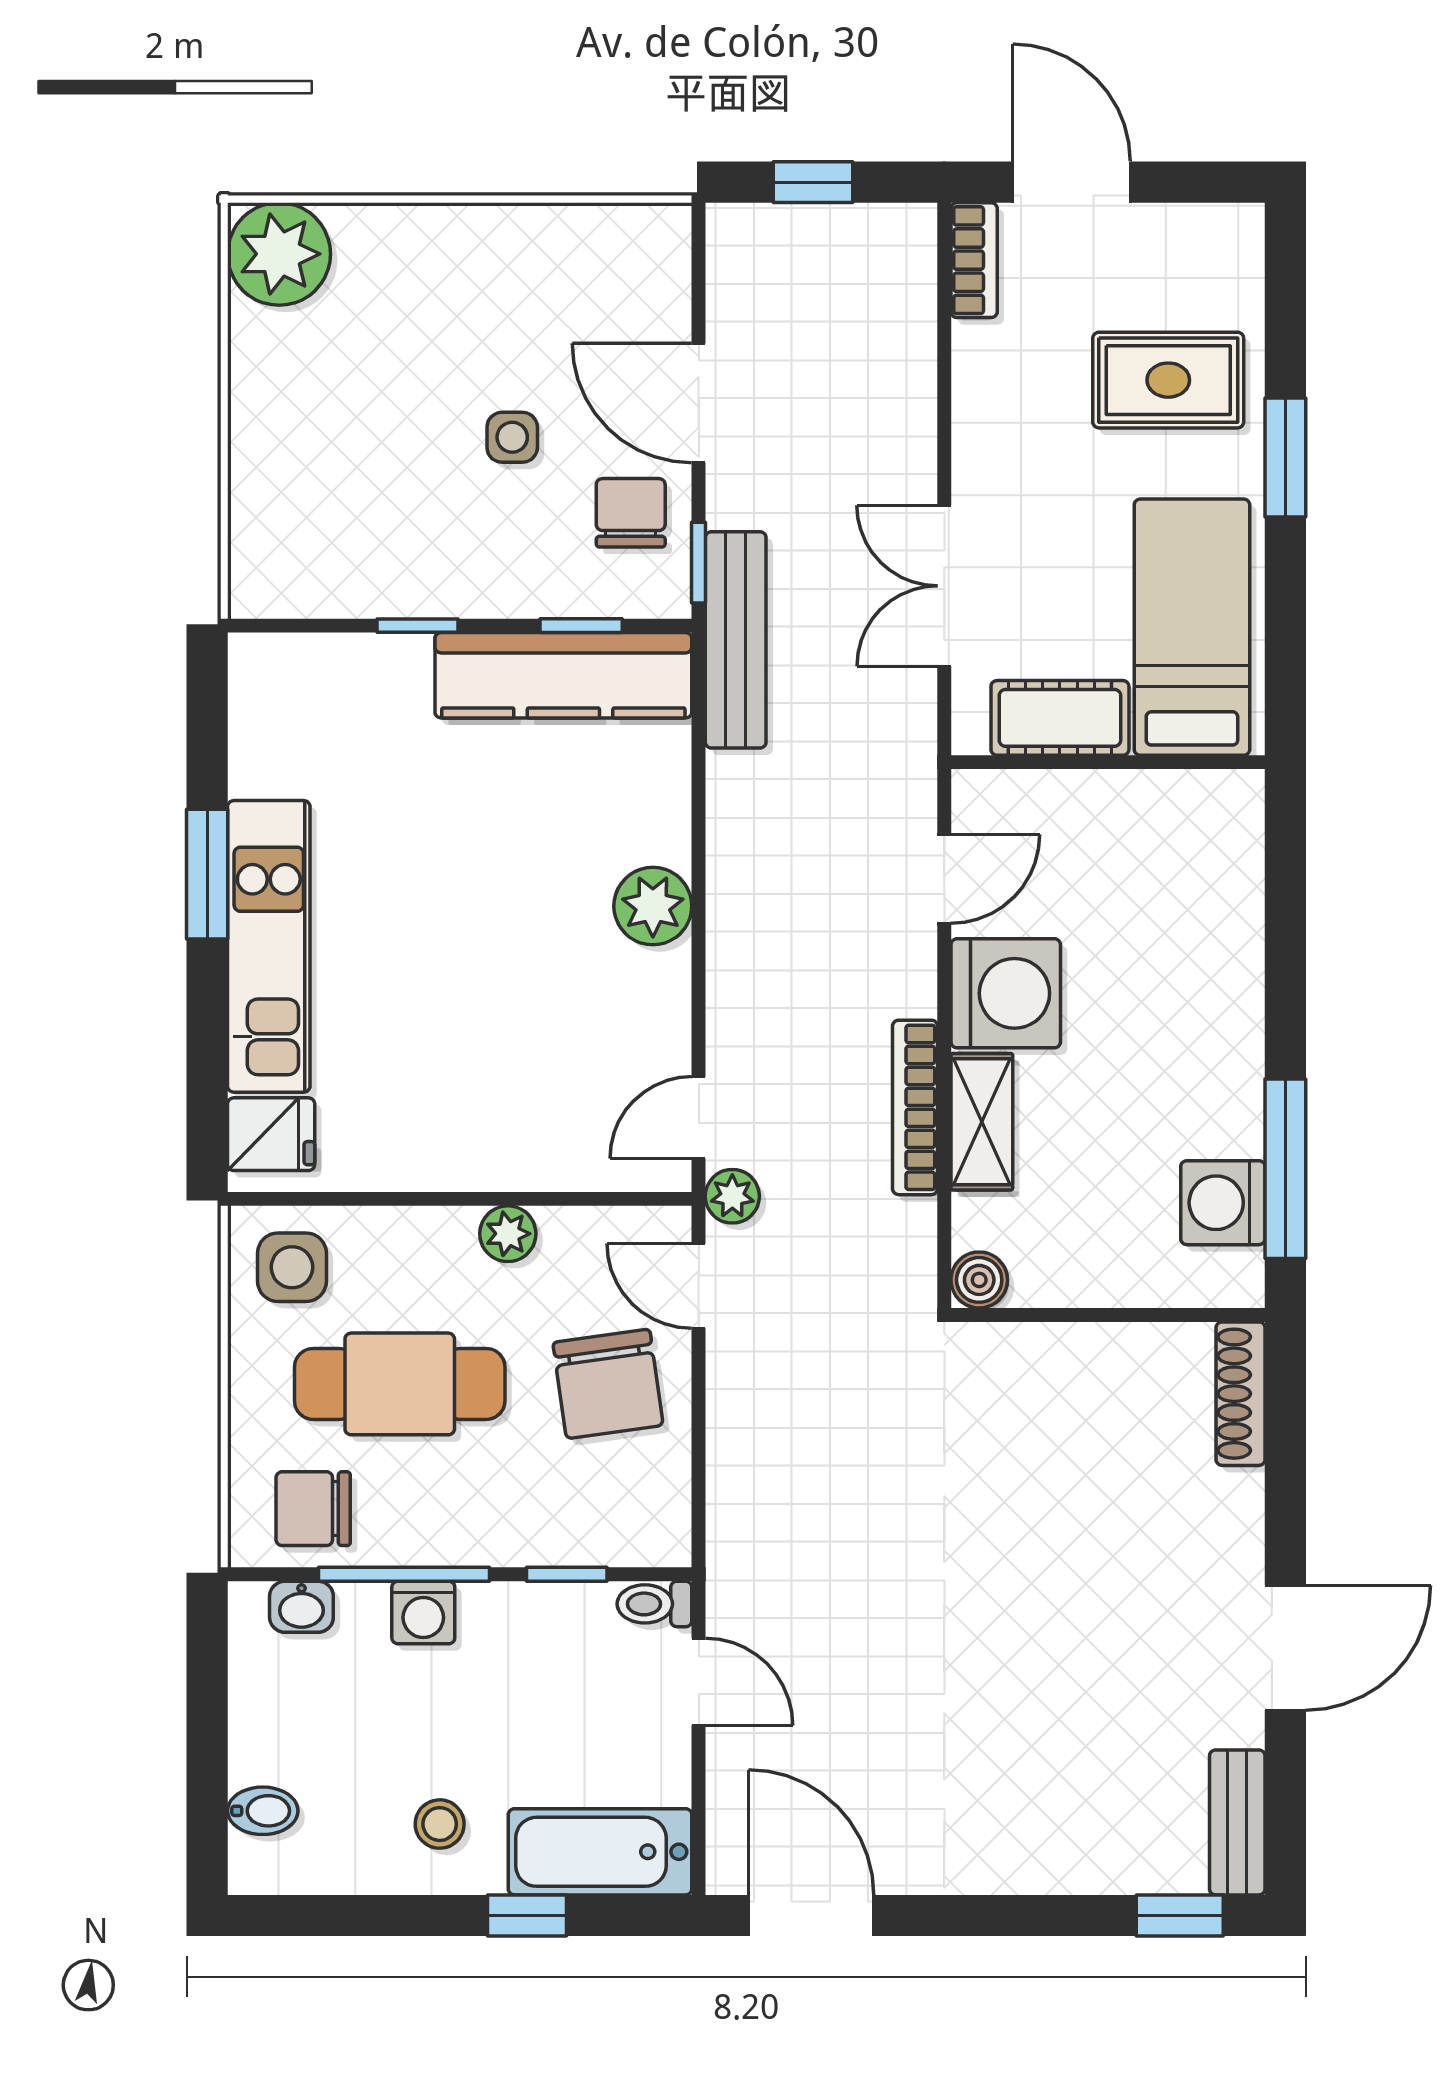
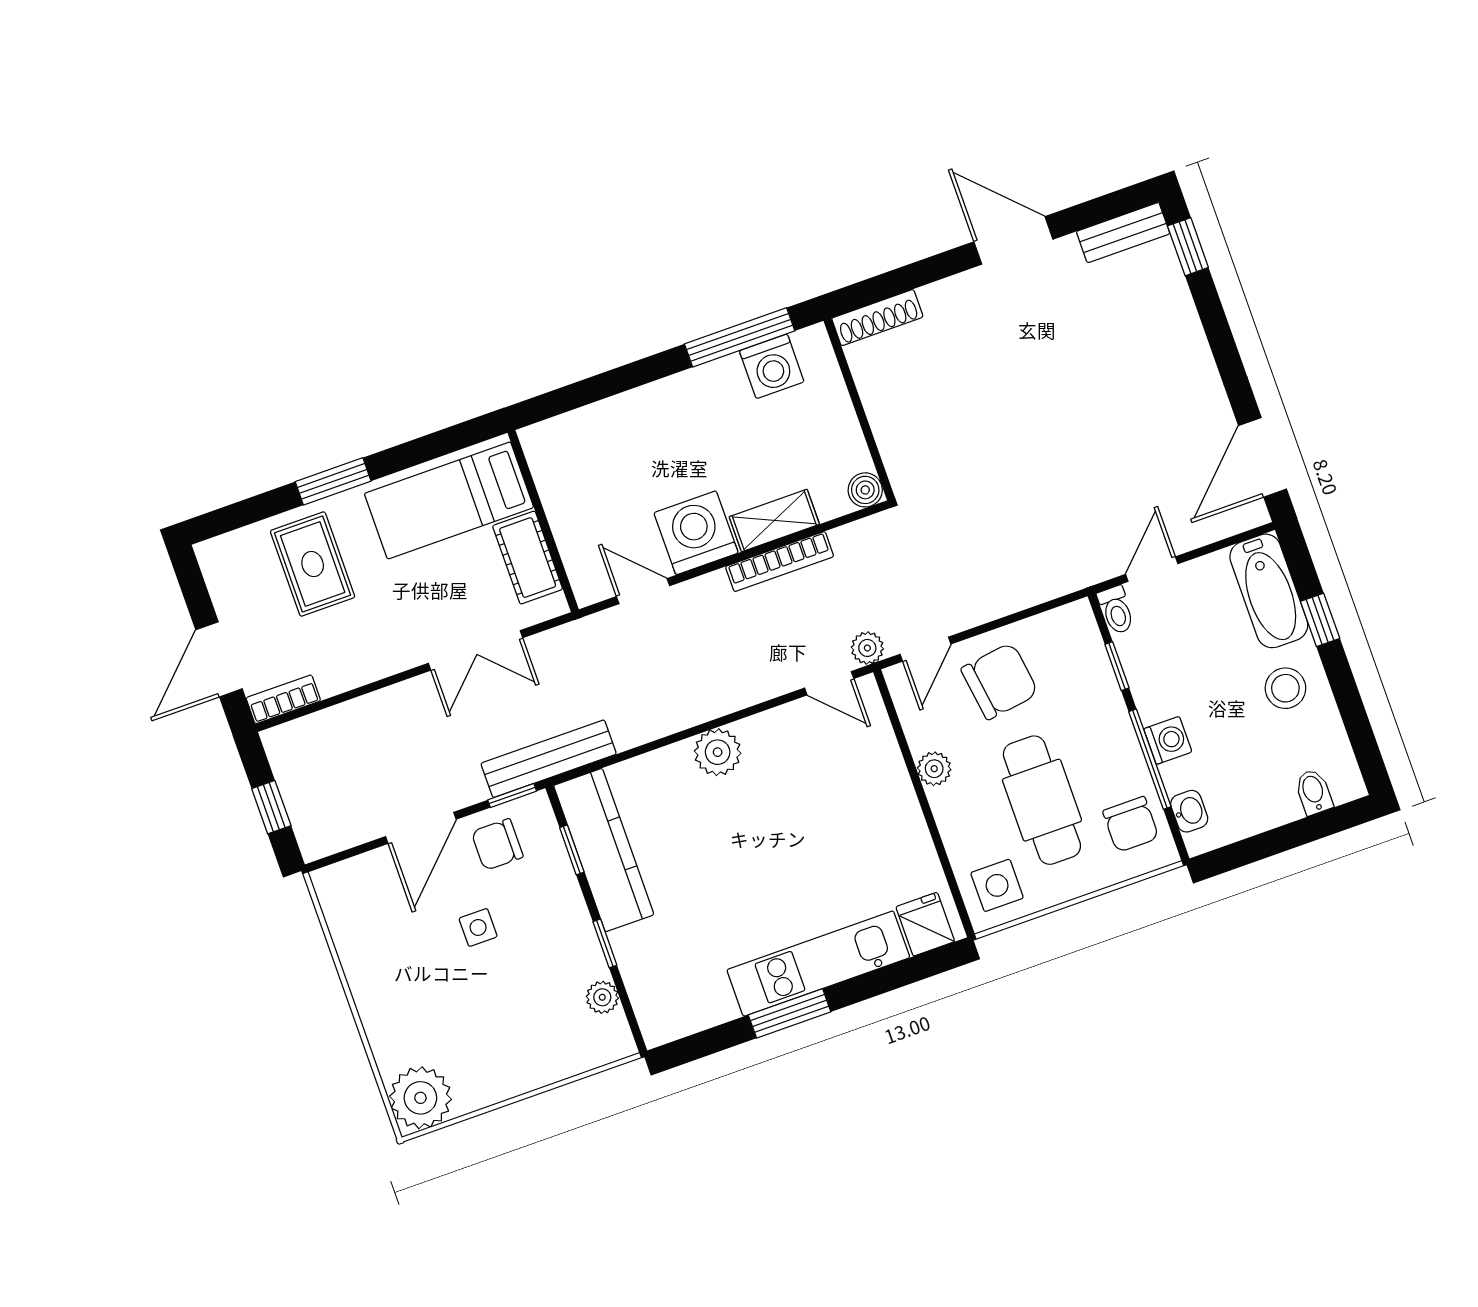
plant: (335, 592) -> (602, 997), added
stool: (440, 1824) -> (1285, 688), width x1.37, depth x1.37

